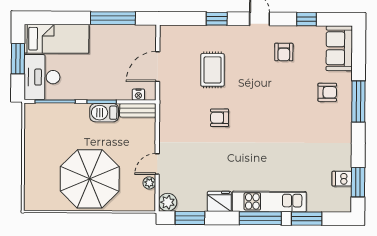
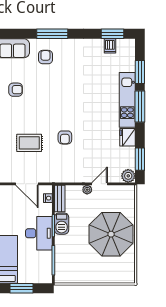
desk: (42, 77) -> (39, 233), moved, turned -90
door: (157, 164) -> (100, 184), swing flipped
plant: (149, 183) -> (87, 190), moved

